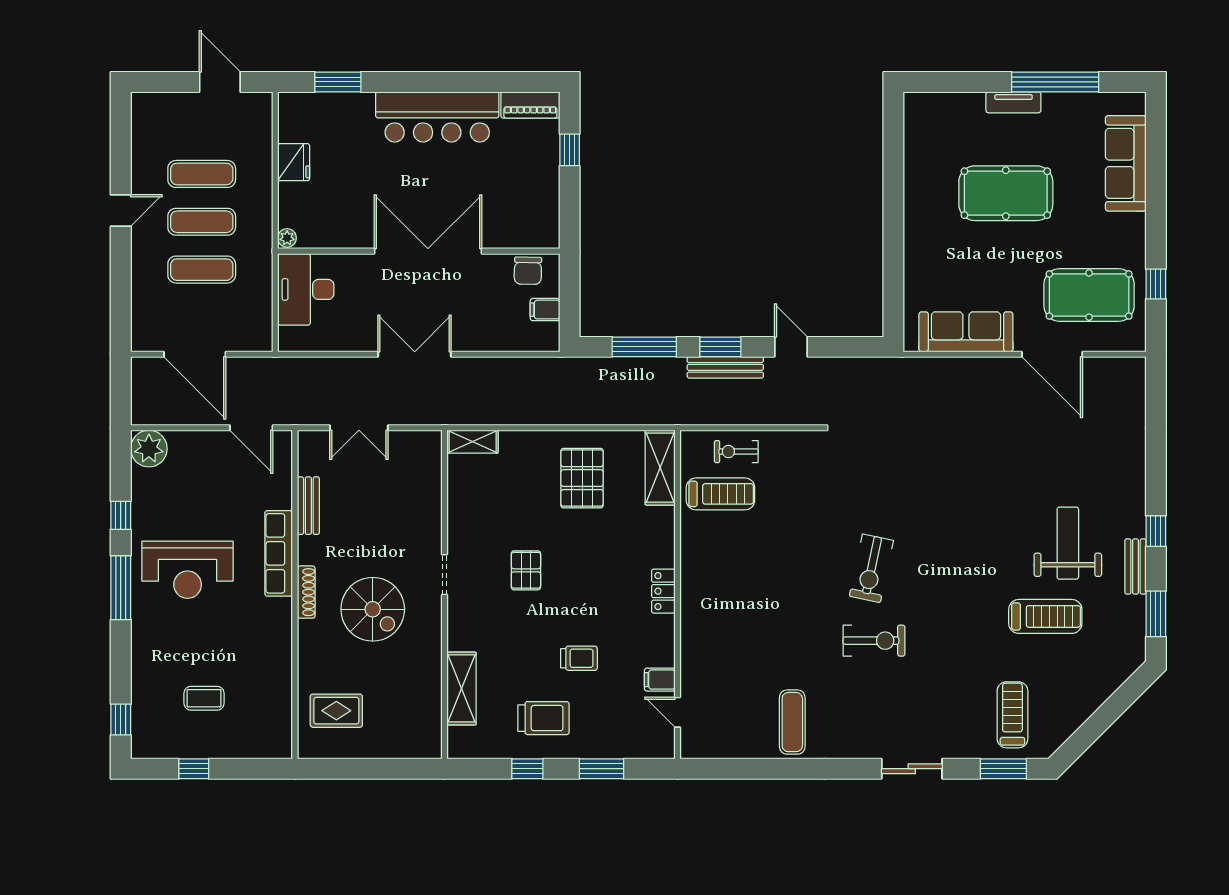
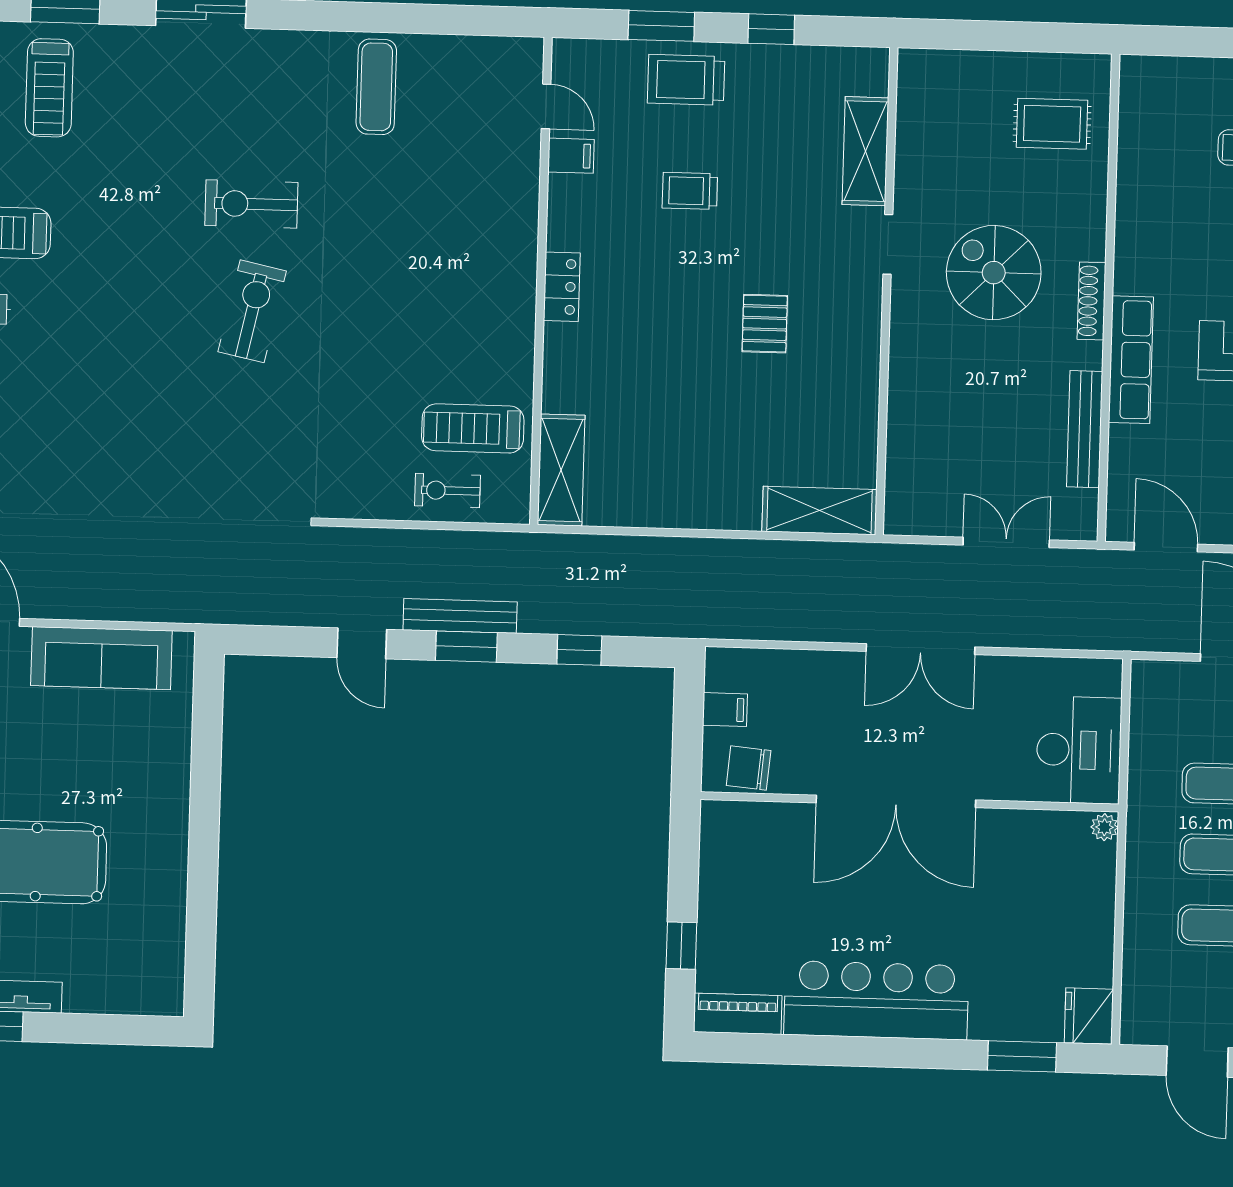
fridge: (294, 162) -> (1089, 1016), moved
chair: (528, 271) -> (749, 768), turned -86
window: (644, 347) -> (579, 650), width x0.46
shelving: (473, 442) -> (819, 510), width x1.50, depth x1.33
exercise bike: (736, 452) -> (448, 490), turned 180
pallet: (582, 478) -> (677, 458), removed
bench: (308, 506) -> (1085, 429), width x1.36
doorway: (445, 575) -> (888, 244), moved
trolley: (544, 718) -> (686, 80), moved

